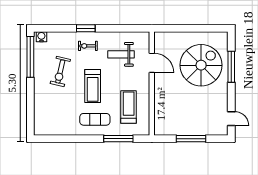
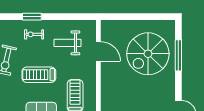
spiral stairs: (201, 65) -> (148, 54), turned 180
treadmill: (93, 86) -> (39, 75), turned 90

